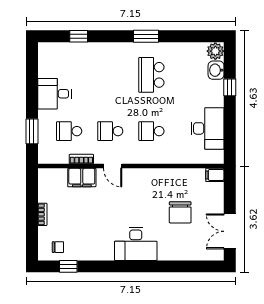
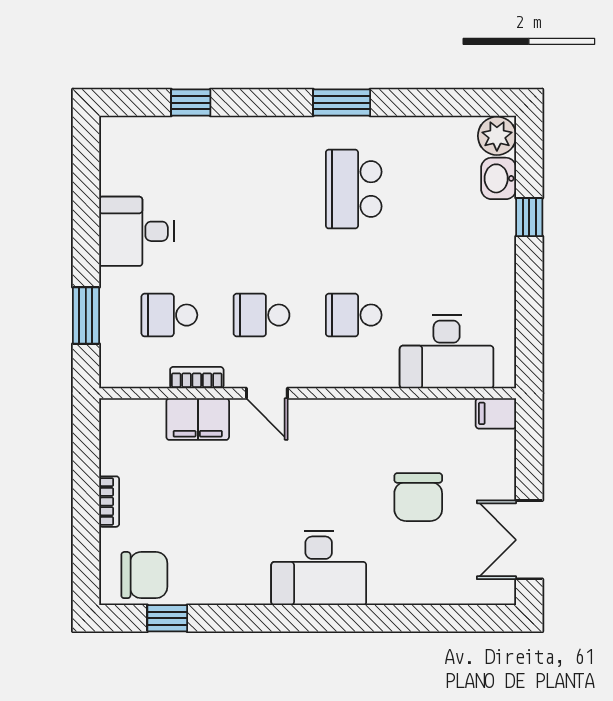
desk: (207, 128) -> (447, 352), moved, turned 90
chair: (58, 247) -> (144, 575), width x1.87, depth x1.87

